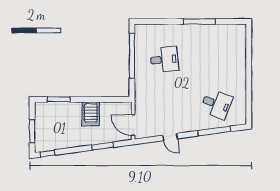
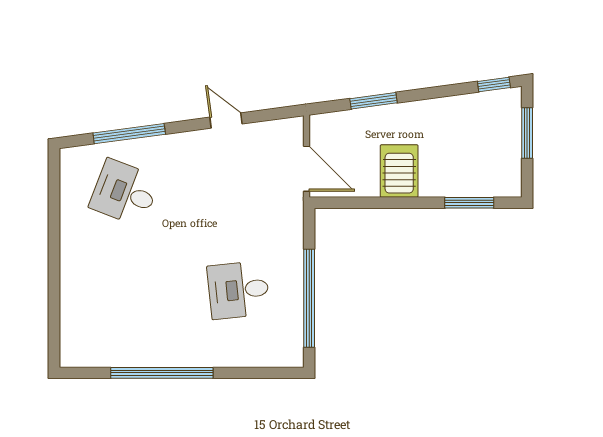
window: (199, 22) -> (162, 373), width x1.46
door: (133, 125) -> (307, 169), moved

